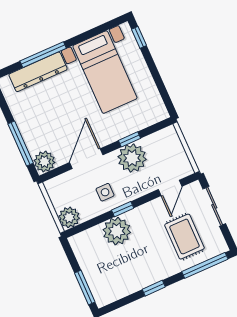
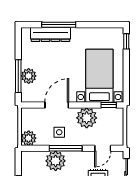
bed with nightstands: (105, 72) -> (99, 76), moved, turned 180
window: (130, 139) -> (109, 105), moved
plant: (44, 162) -> (29, 76), moved
window: (123, 209) -> (66, 148), width x2.17

